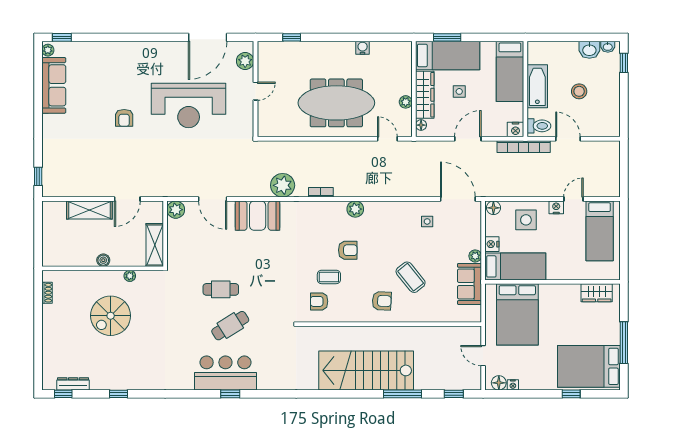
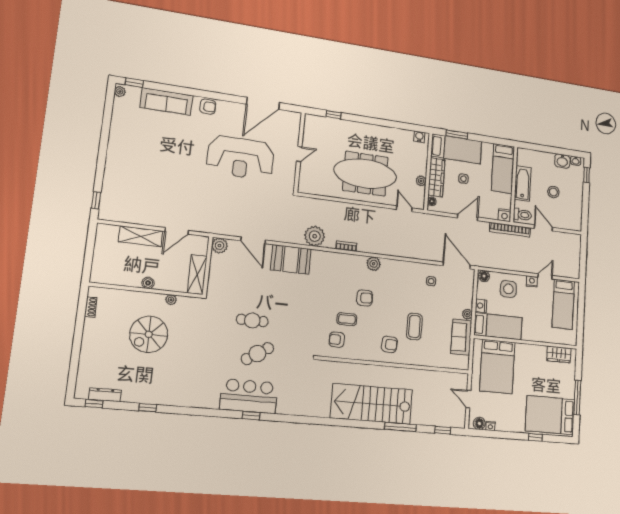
water cooler: (363, 48) -> (419, 137), moved
plant: (245, 61) -> (293, 128), removed
sofa: (54, 85) -> (167, 101), moved, turned 90
armchair: (124, 118) -> (208, 107), moved, turned -90
coffee table: (411, 277) -> (414, 326), turned 39

